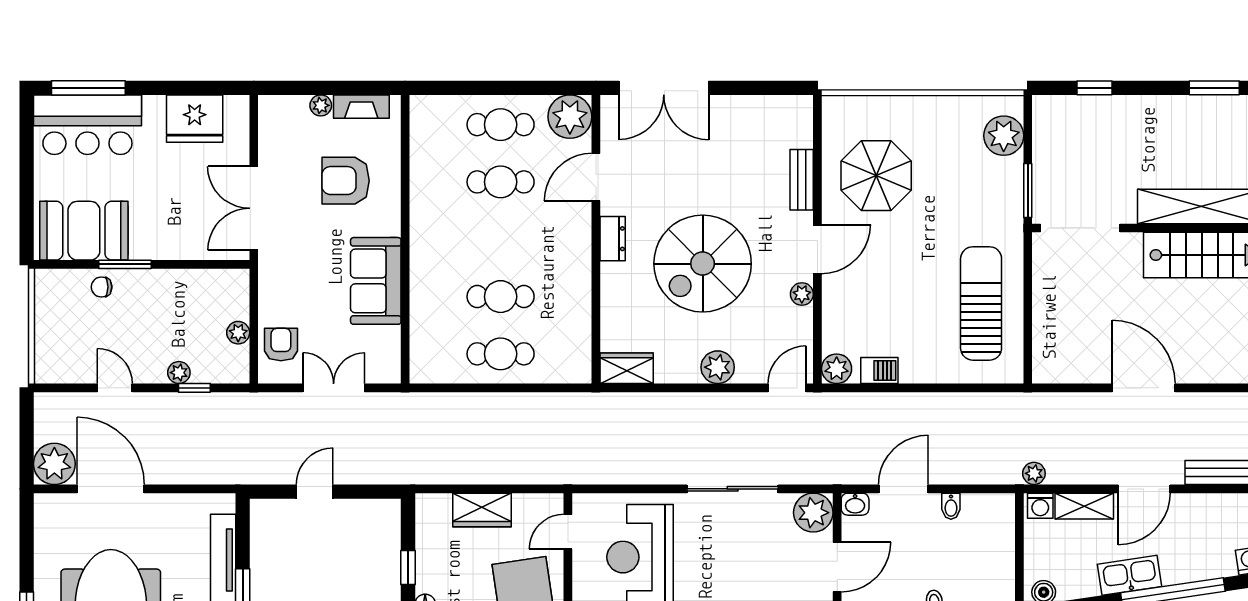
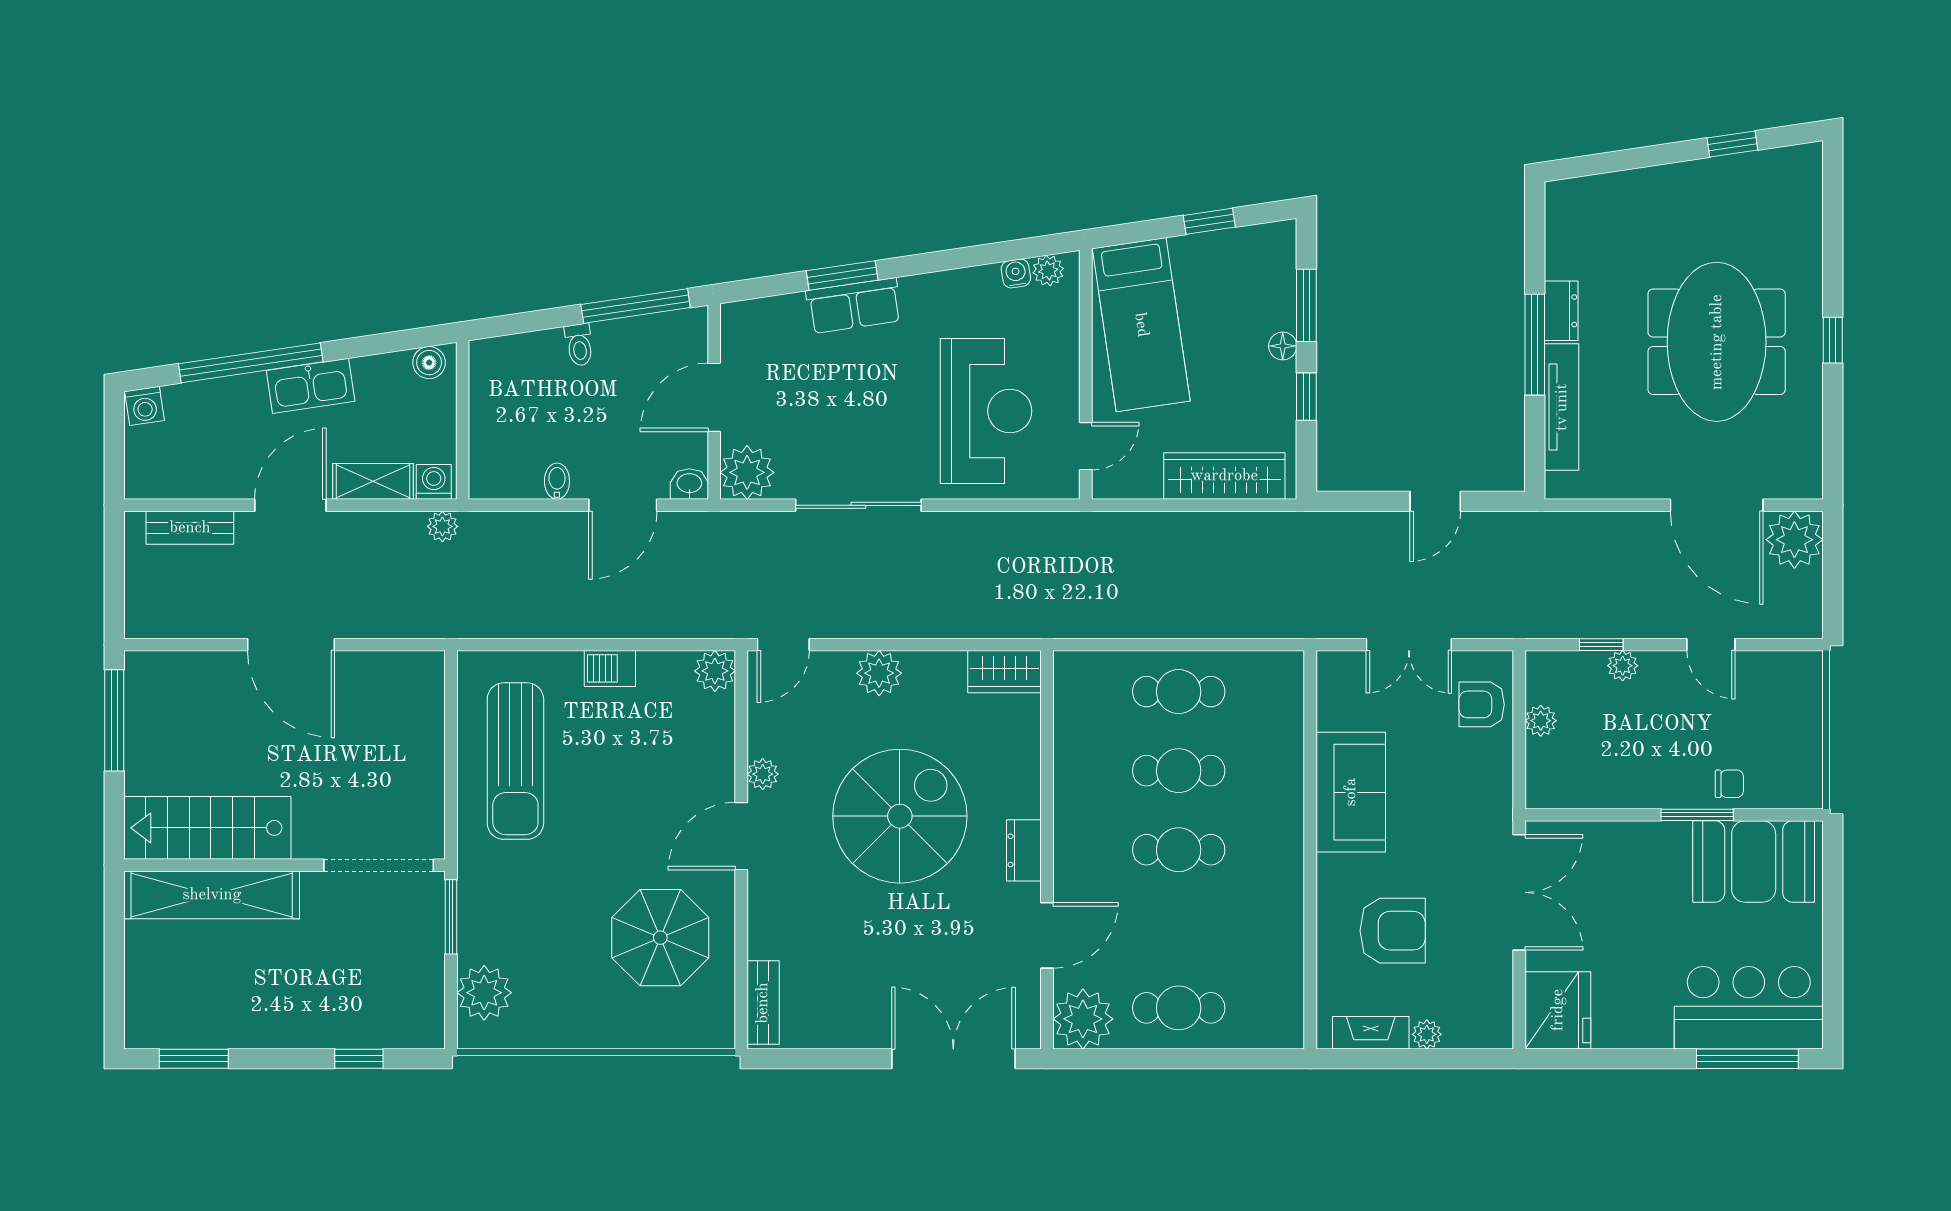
fridge: (195, 119) -> (1558, 1010), moved, turned 90
bench: (802, 180) -> (763, 1003), moved
cafe table: (501, 182) -> (1179, 850), moved
armchair: (281, 345) -> (1482, 704), turned 90
barbecue: (879, 371) -> (610, 668), moved
wardrobe: (482, 510) -> (1224, 476), width x1.50

